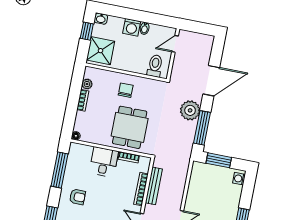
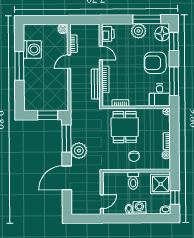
toilet: (155, 66) -> (133, 181), moved
desk: (104, 162) -> (160, 95), moved
washing machine: (239, 179) -> (28, 104), removed
armchair: (77, 197) -> (155, 63), width x1.88, depth x1.88

